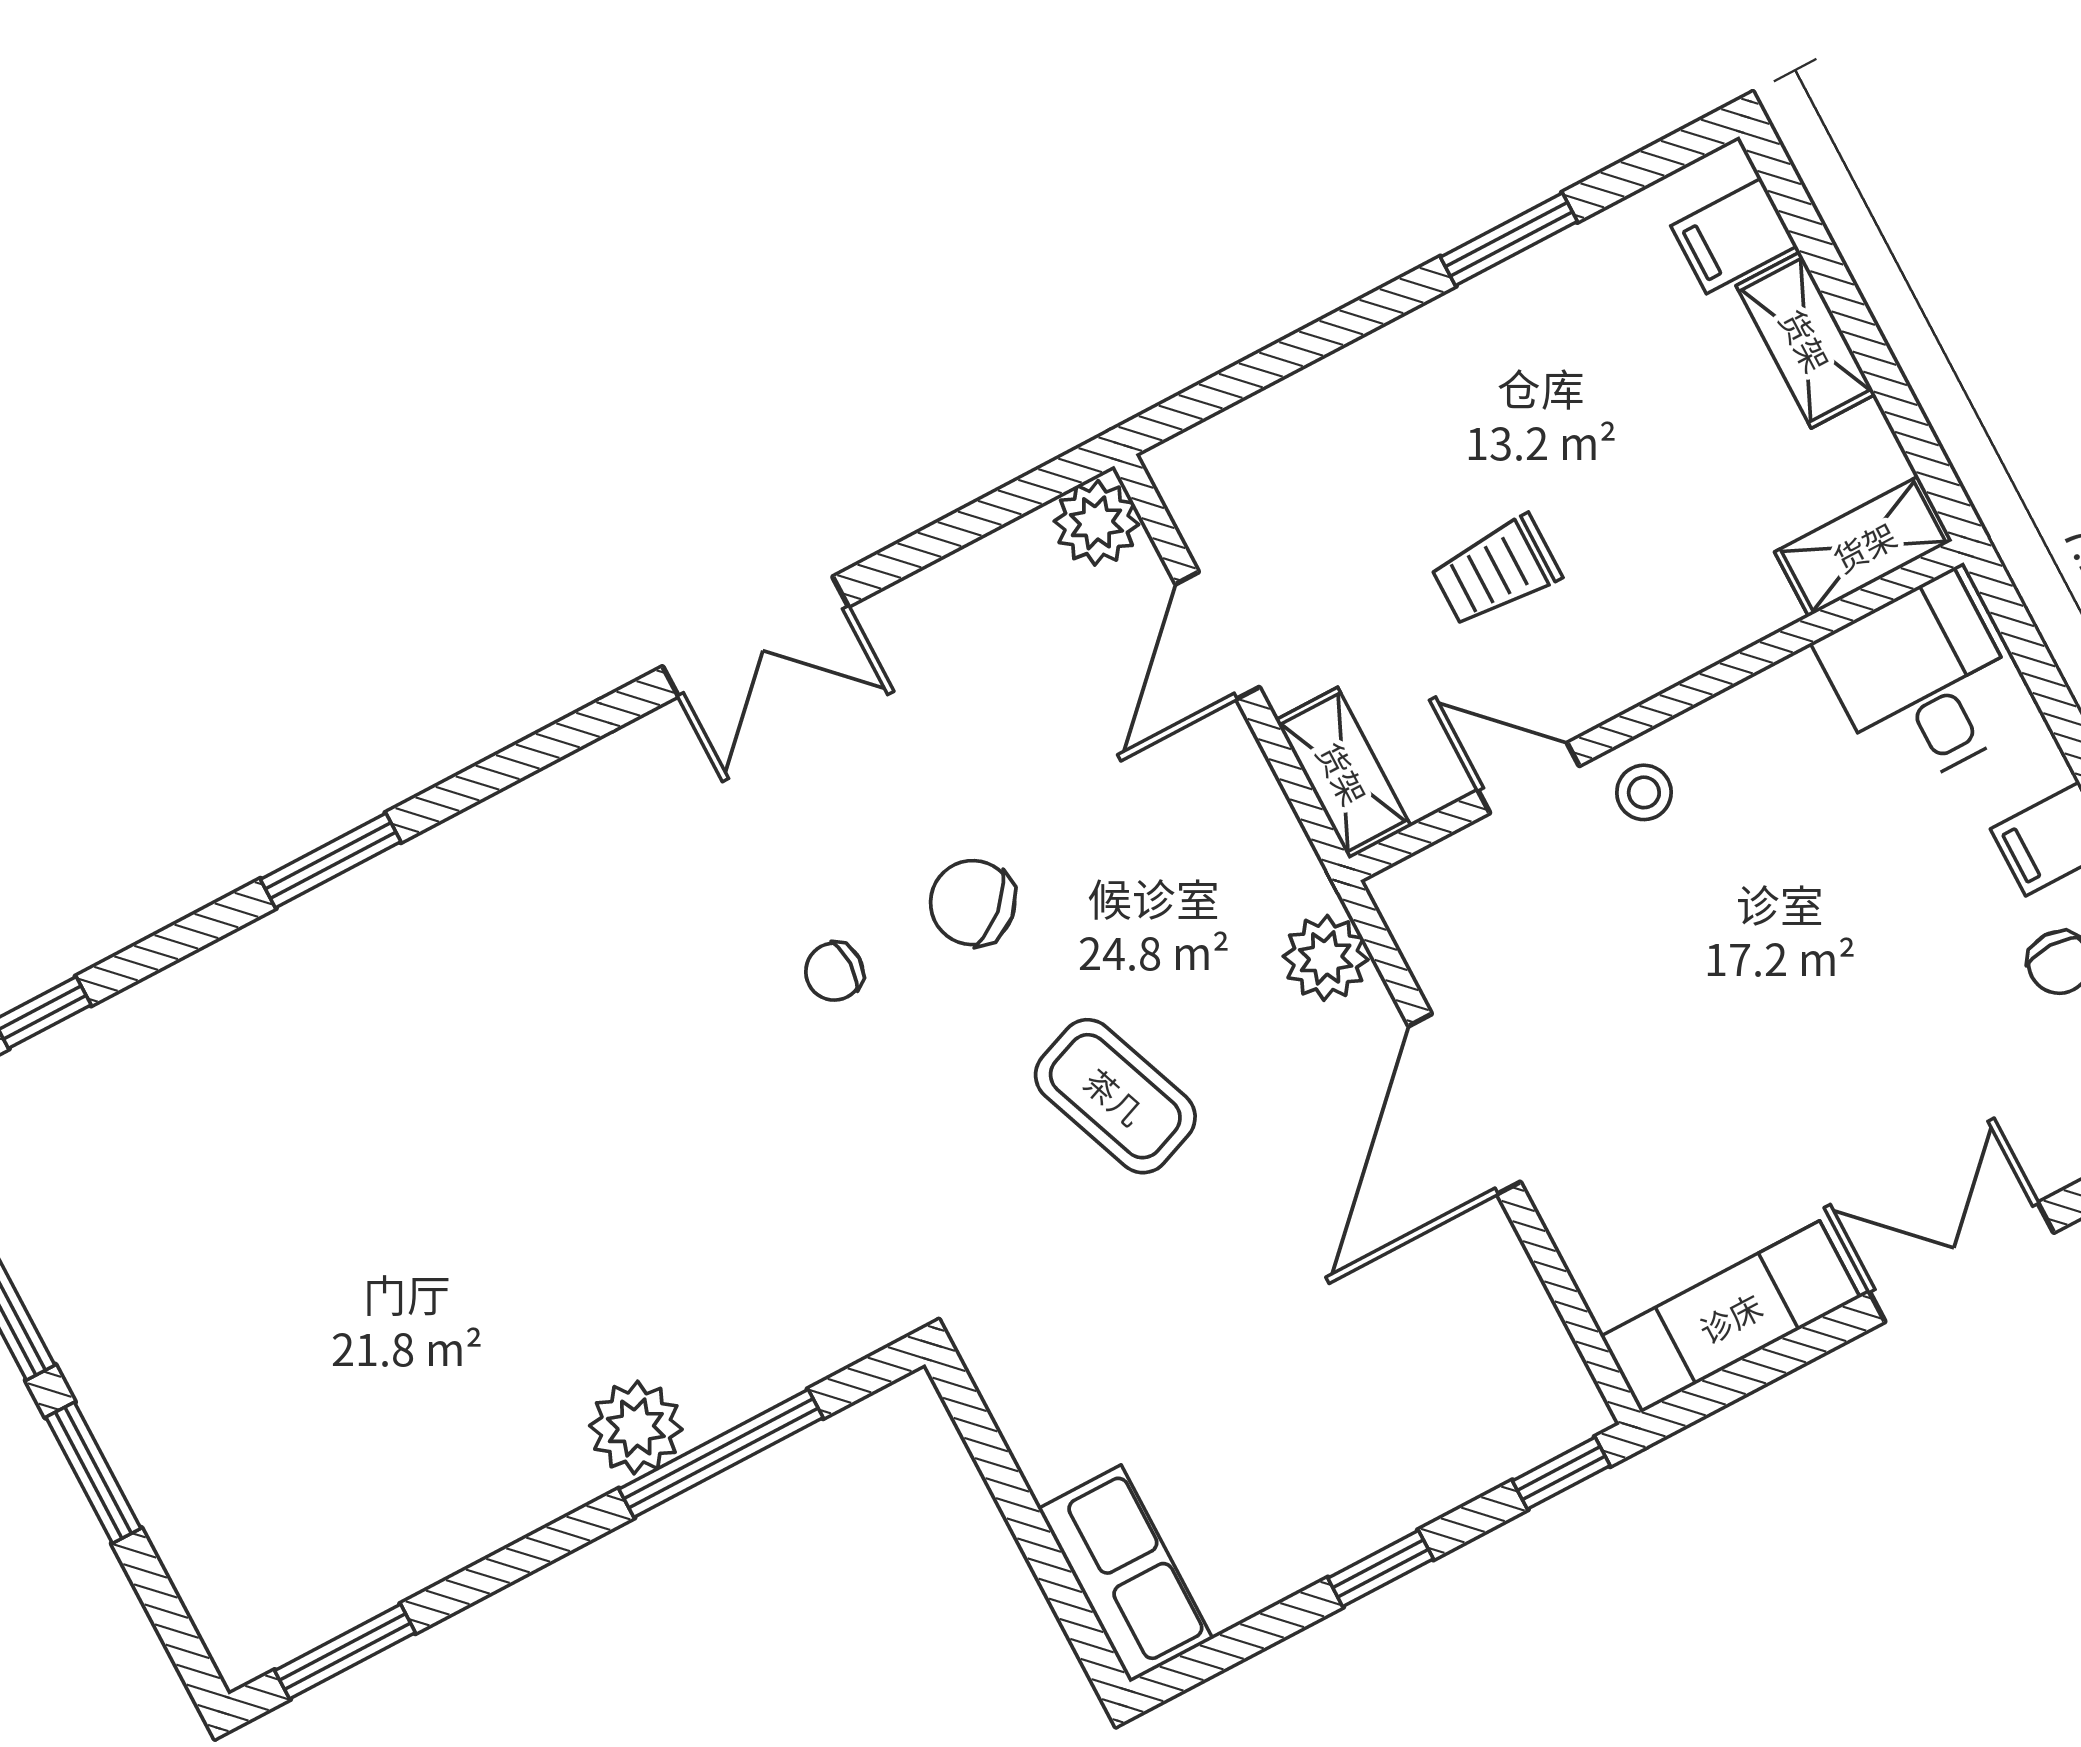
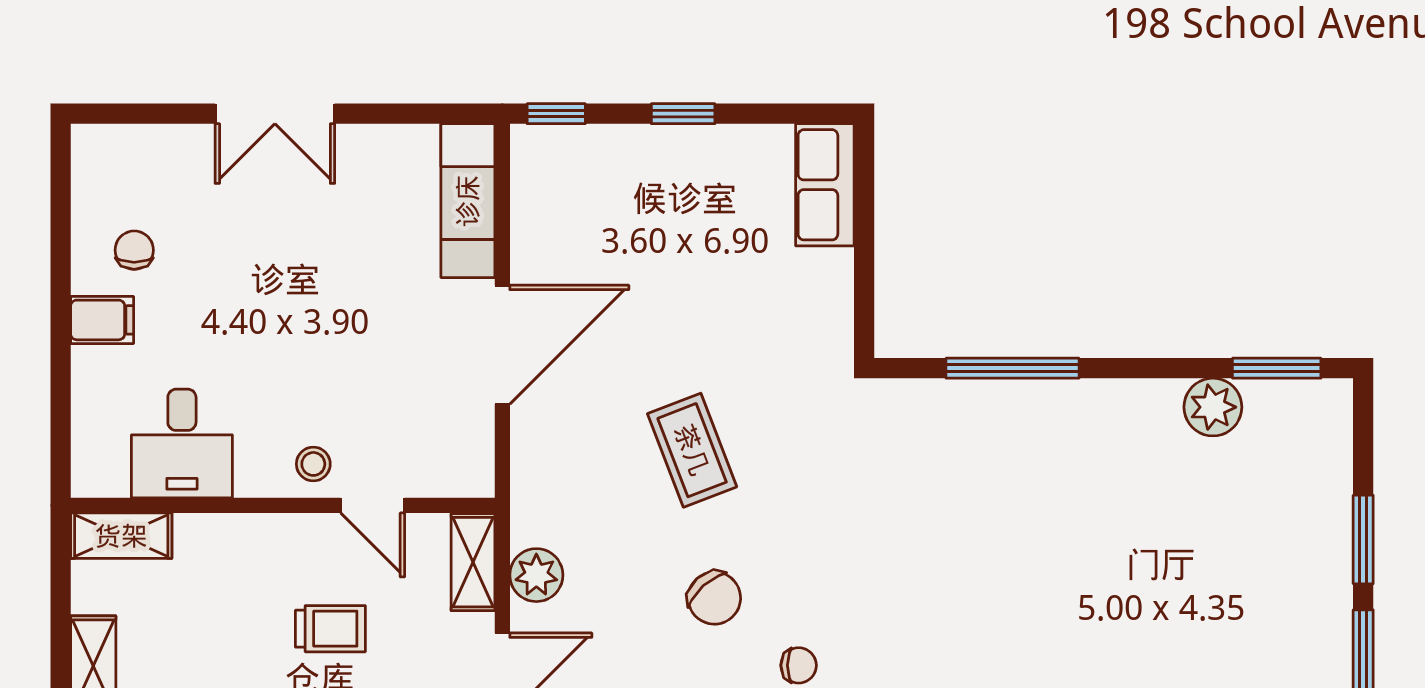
desk: (1923, 683) -> (182, 444), moved
plant: (1326, 958) -> (536, 575), moved
chair: (834, 972) -> (799, 665), moved
exam couch: (1730, 1317) -> (468, 201), moved, turned 90
plant: (636, 1428) -> (1213, 407), moved

